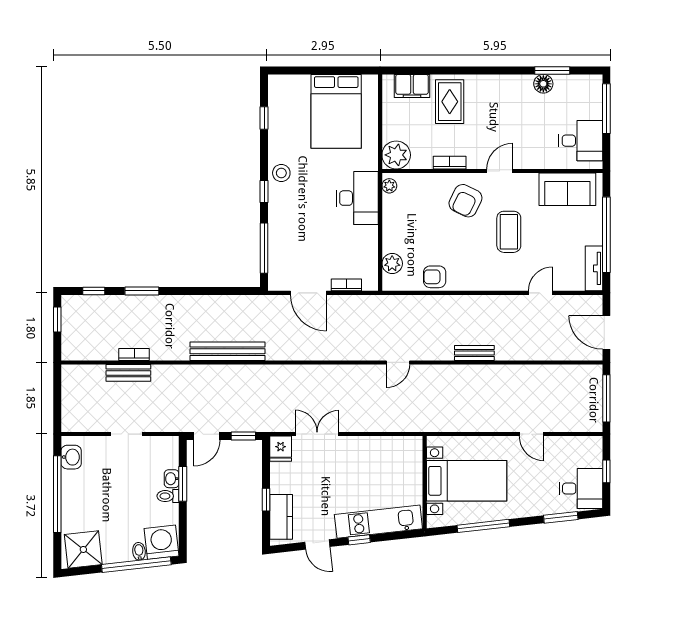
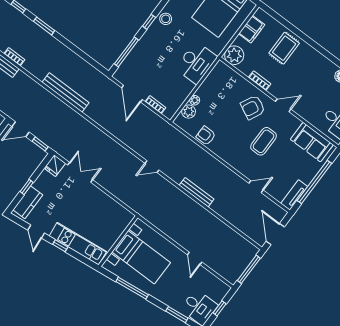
filing cabinet: (412, 86) -> (252, 29), moved, turned -90
plant: (389, 186) -> (195, 100), moved
bench: (474, 353) -> (197, 192), width x1.36

